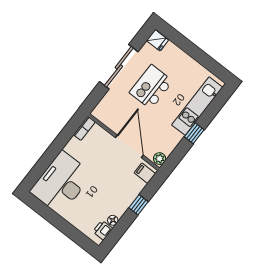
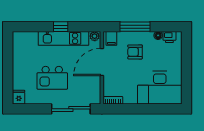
sliding door: (119, 67) -> (71, 109), moved
kitchen unit: (197, 106) -> (63, 38), moved
armchair: (114, 186) -> (135, 52), added
window: (138, 205) -> (135, 27), width x2.17

